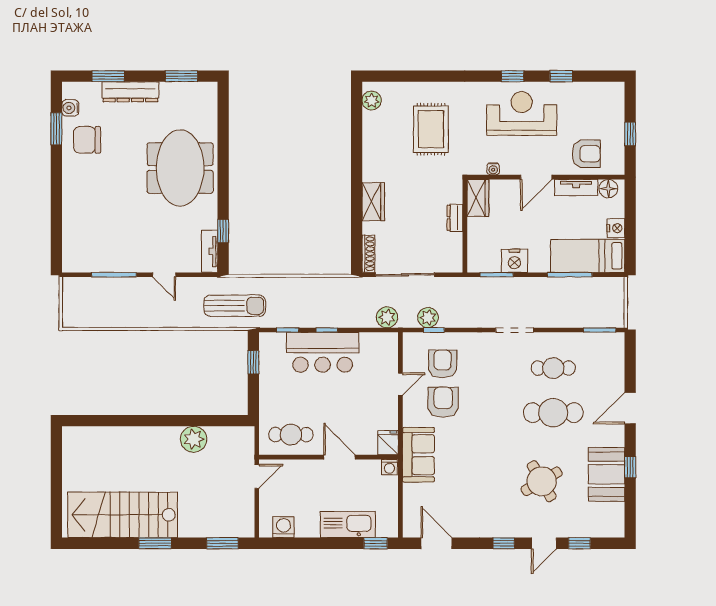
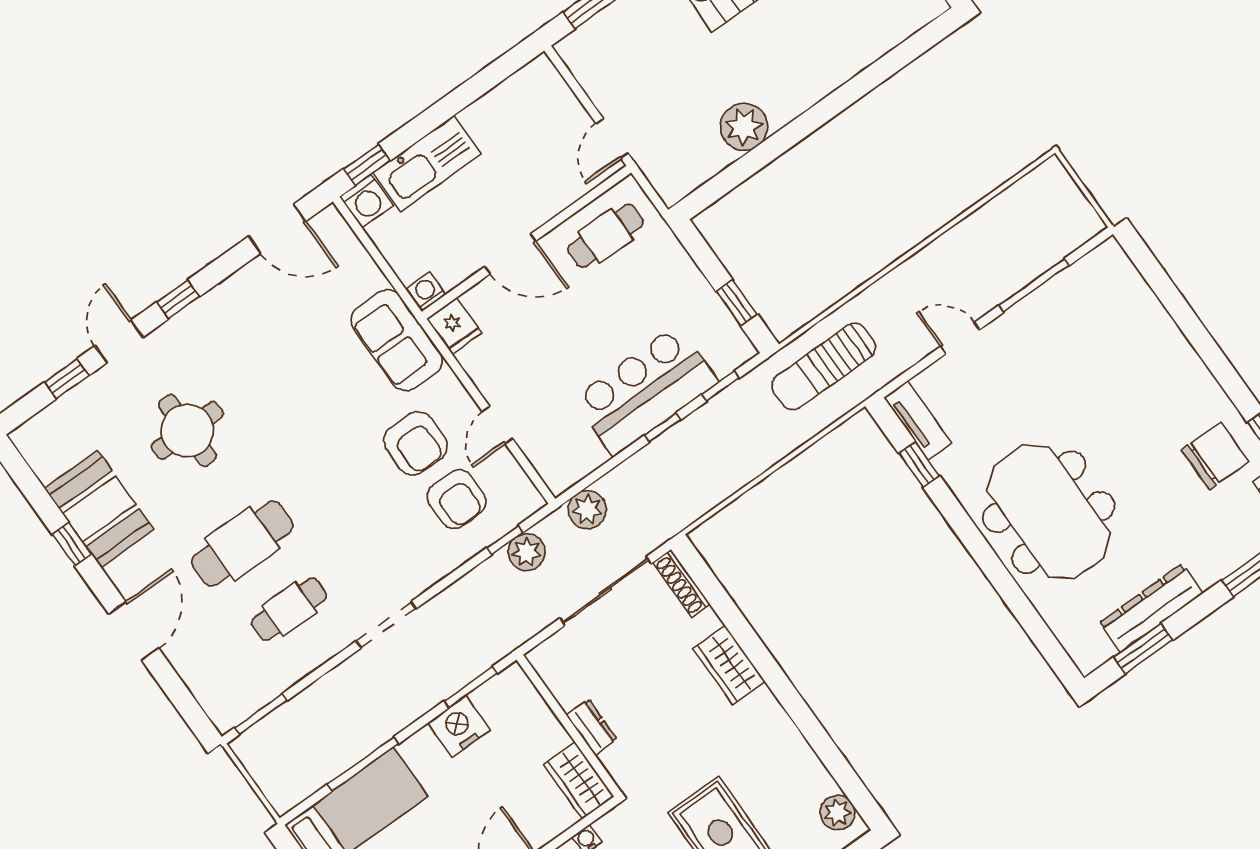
dresser: (130, 92) -> (1151, 608), moved
round table: (542, 481) -> (187, 430), turned 30
washing machine: (283, 527) -> (366, 201), moved

